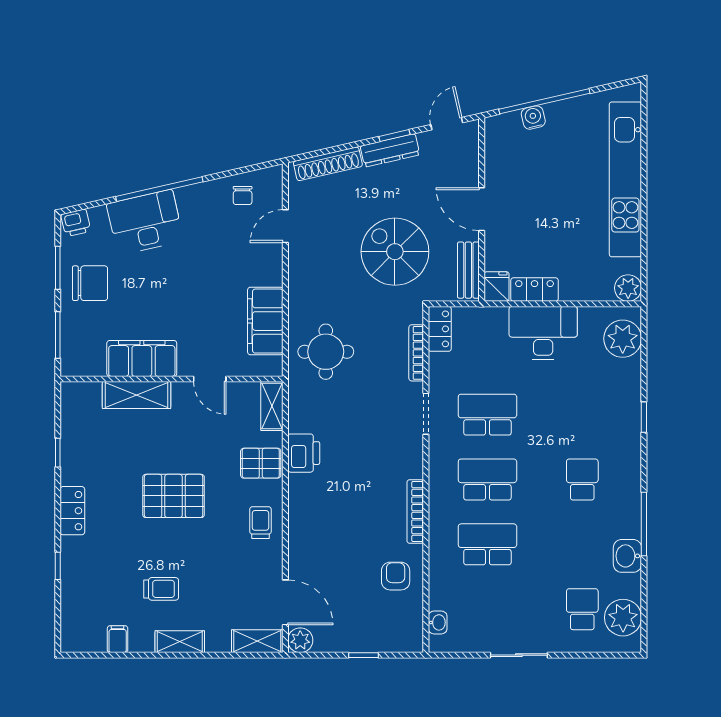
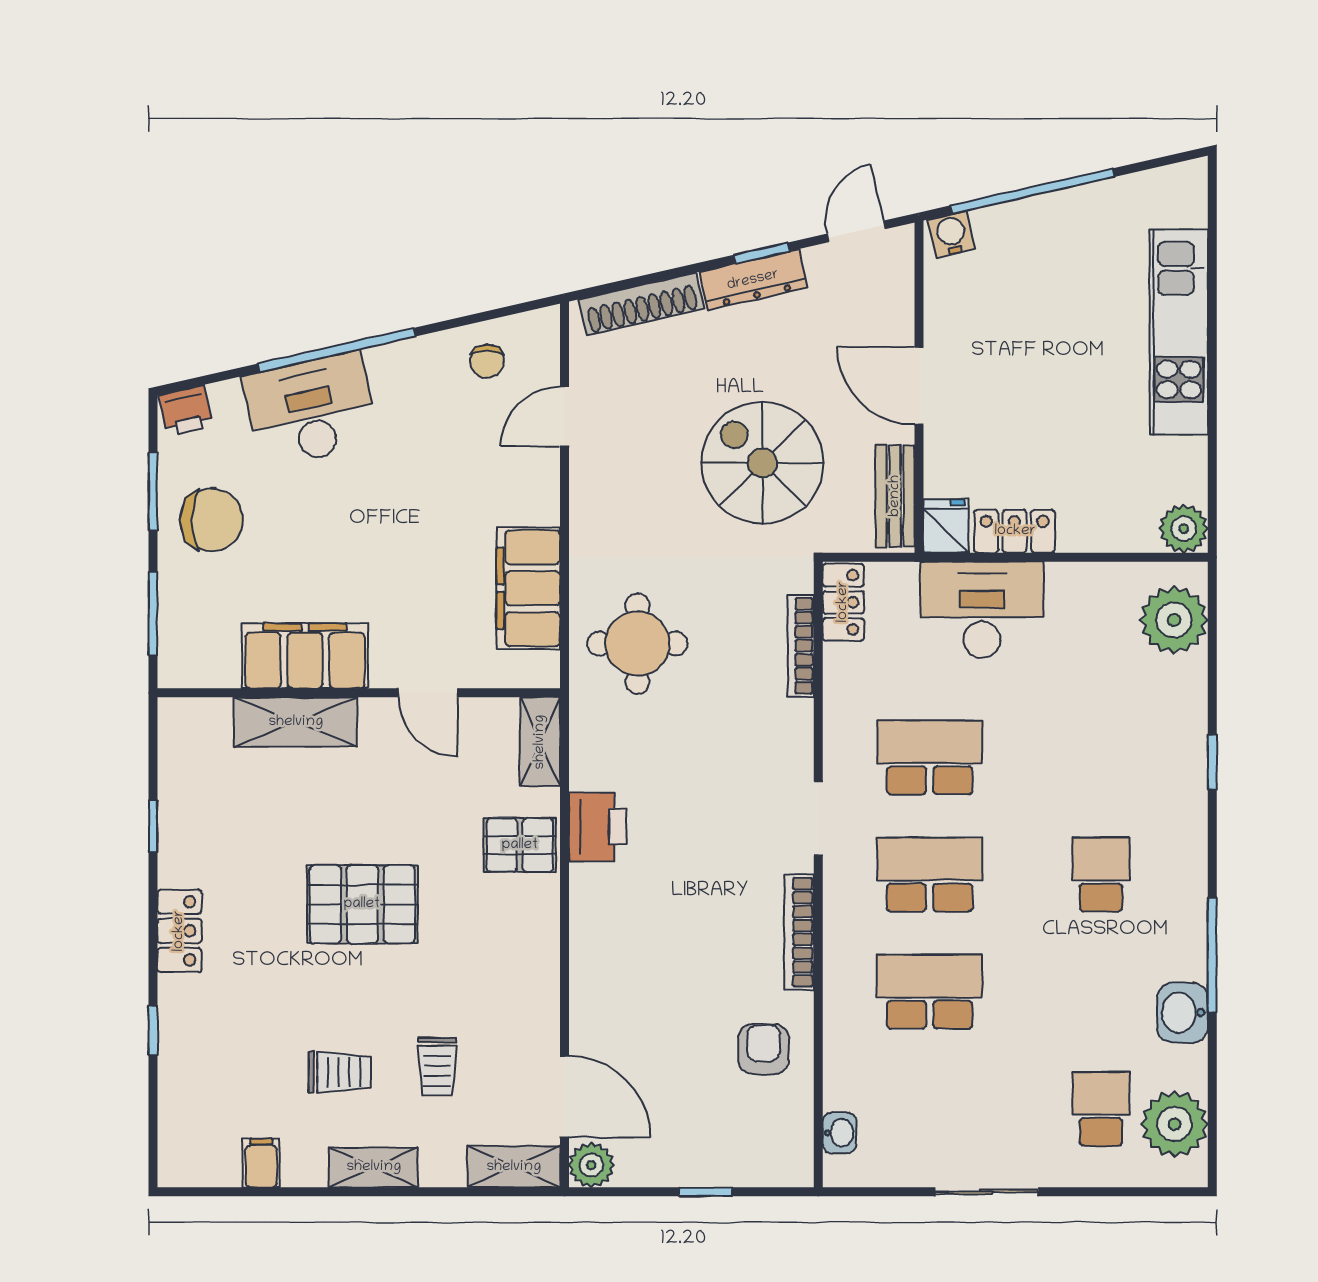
water cooler: (533, 118) -> (952, 234), moved
kitchen unit: (625, 179) -> (1179, 332), width x0.73
desk: (543, 333) -> (982, 610), moved
doorway: (426, 414) -> (818, 819), moved
trolley: (260, 523) -> (437, 1067), moved, turned 180

